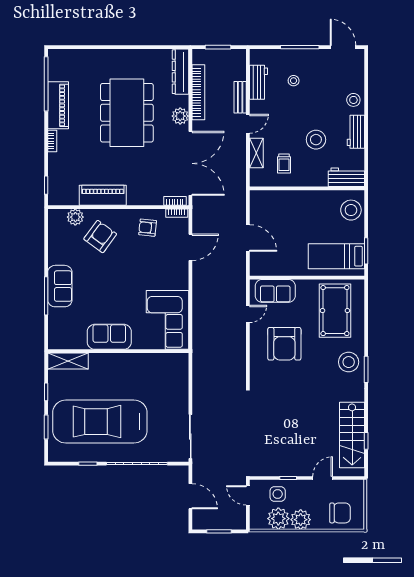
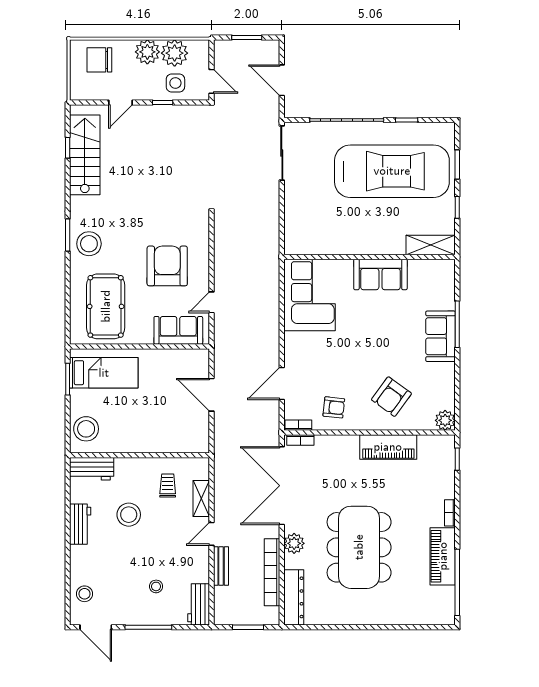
workbench: (258, 82) -> (199, 604), moved
stool: (353, 100) -> (84, 594), moved
plant: (75, 217) -> (445, 420), moved

